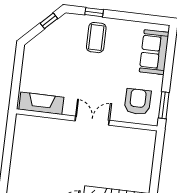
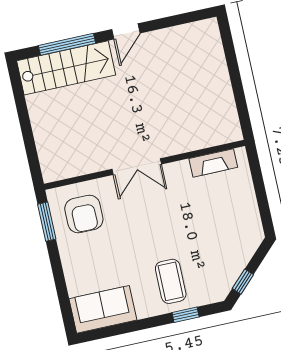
sofa: (154, 52) -> (103, 309), moved, turned -90
fireplace: (41, 103) -> (213, 163), width x0.73, depth x0.76

